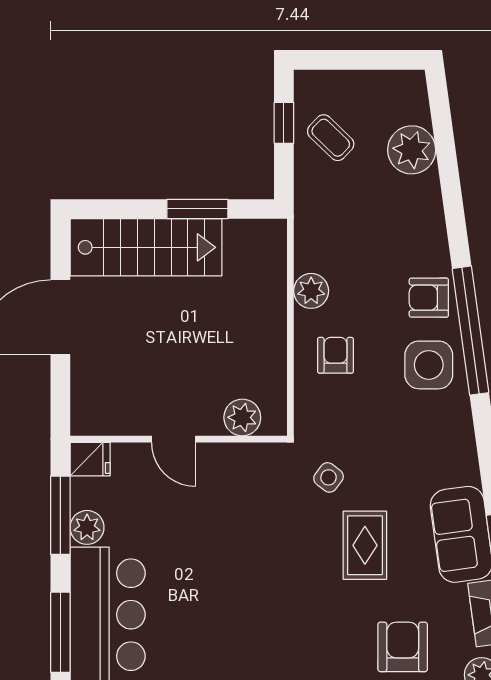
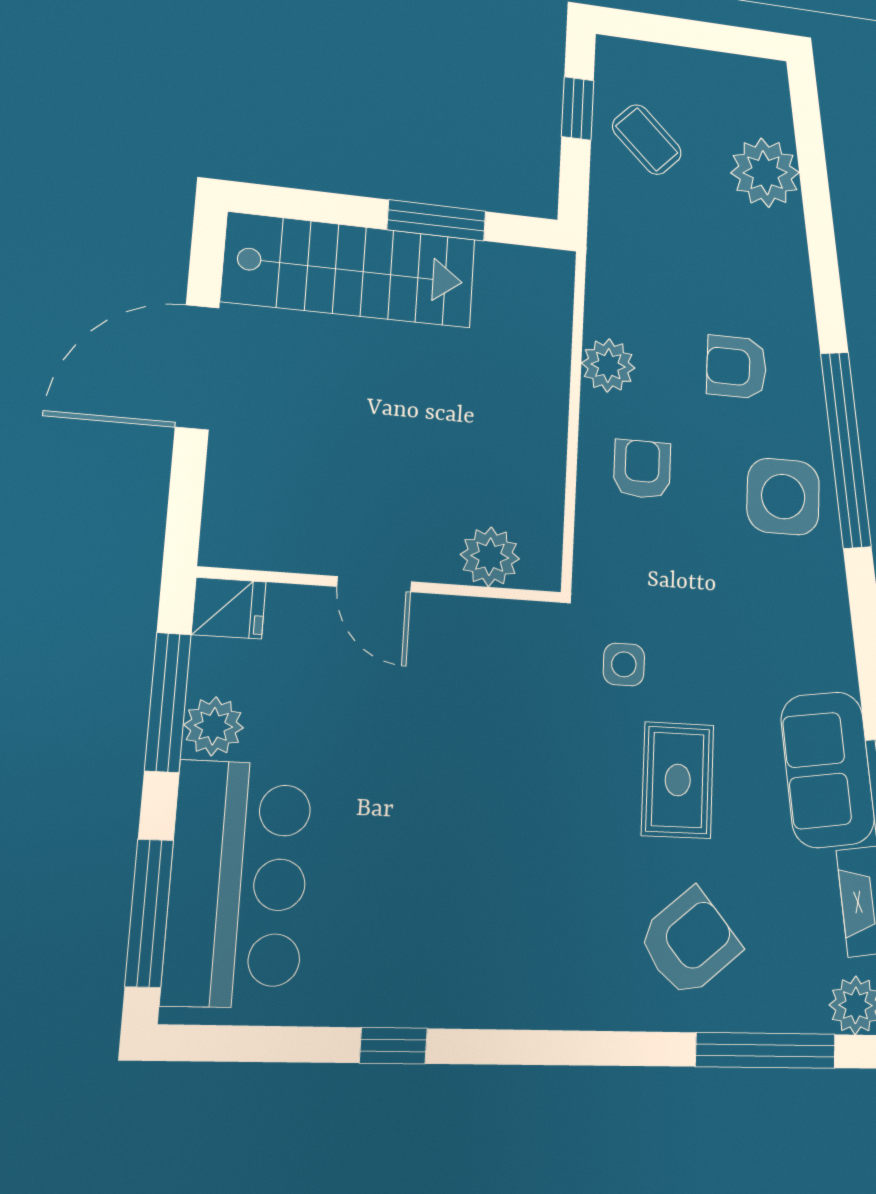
armchair: (429, 298) -> (737, 367), moved
side table: (329, 477) -> (624, 664), turned -37
armchair: (403, 647) -> (689, 943), moved, turned 50

